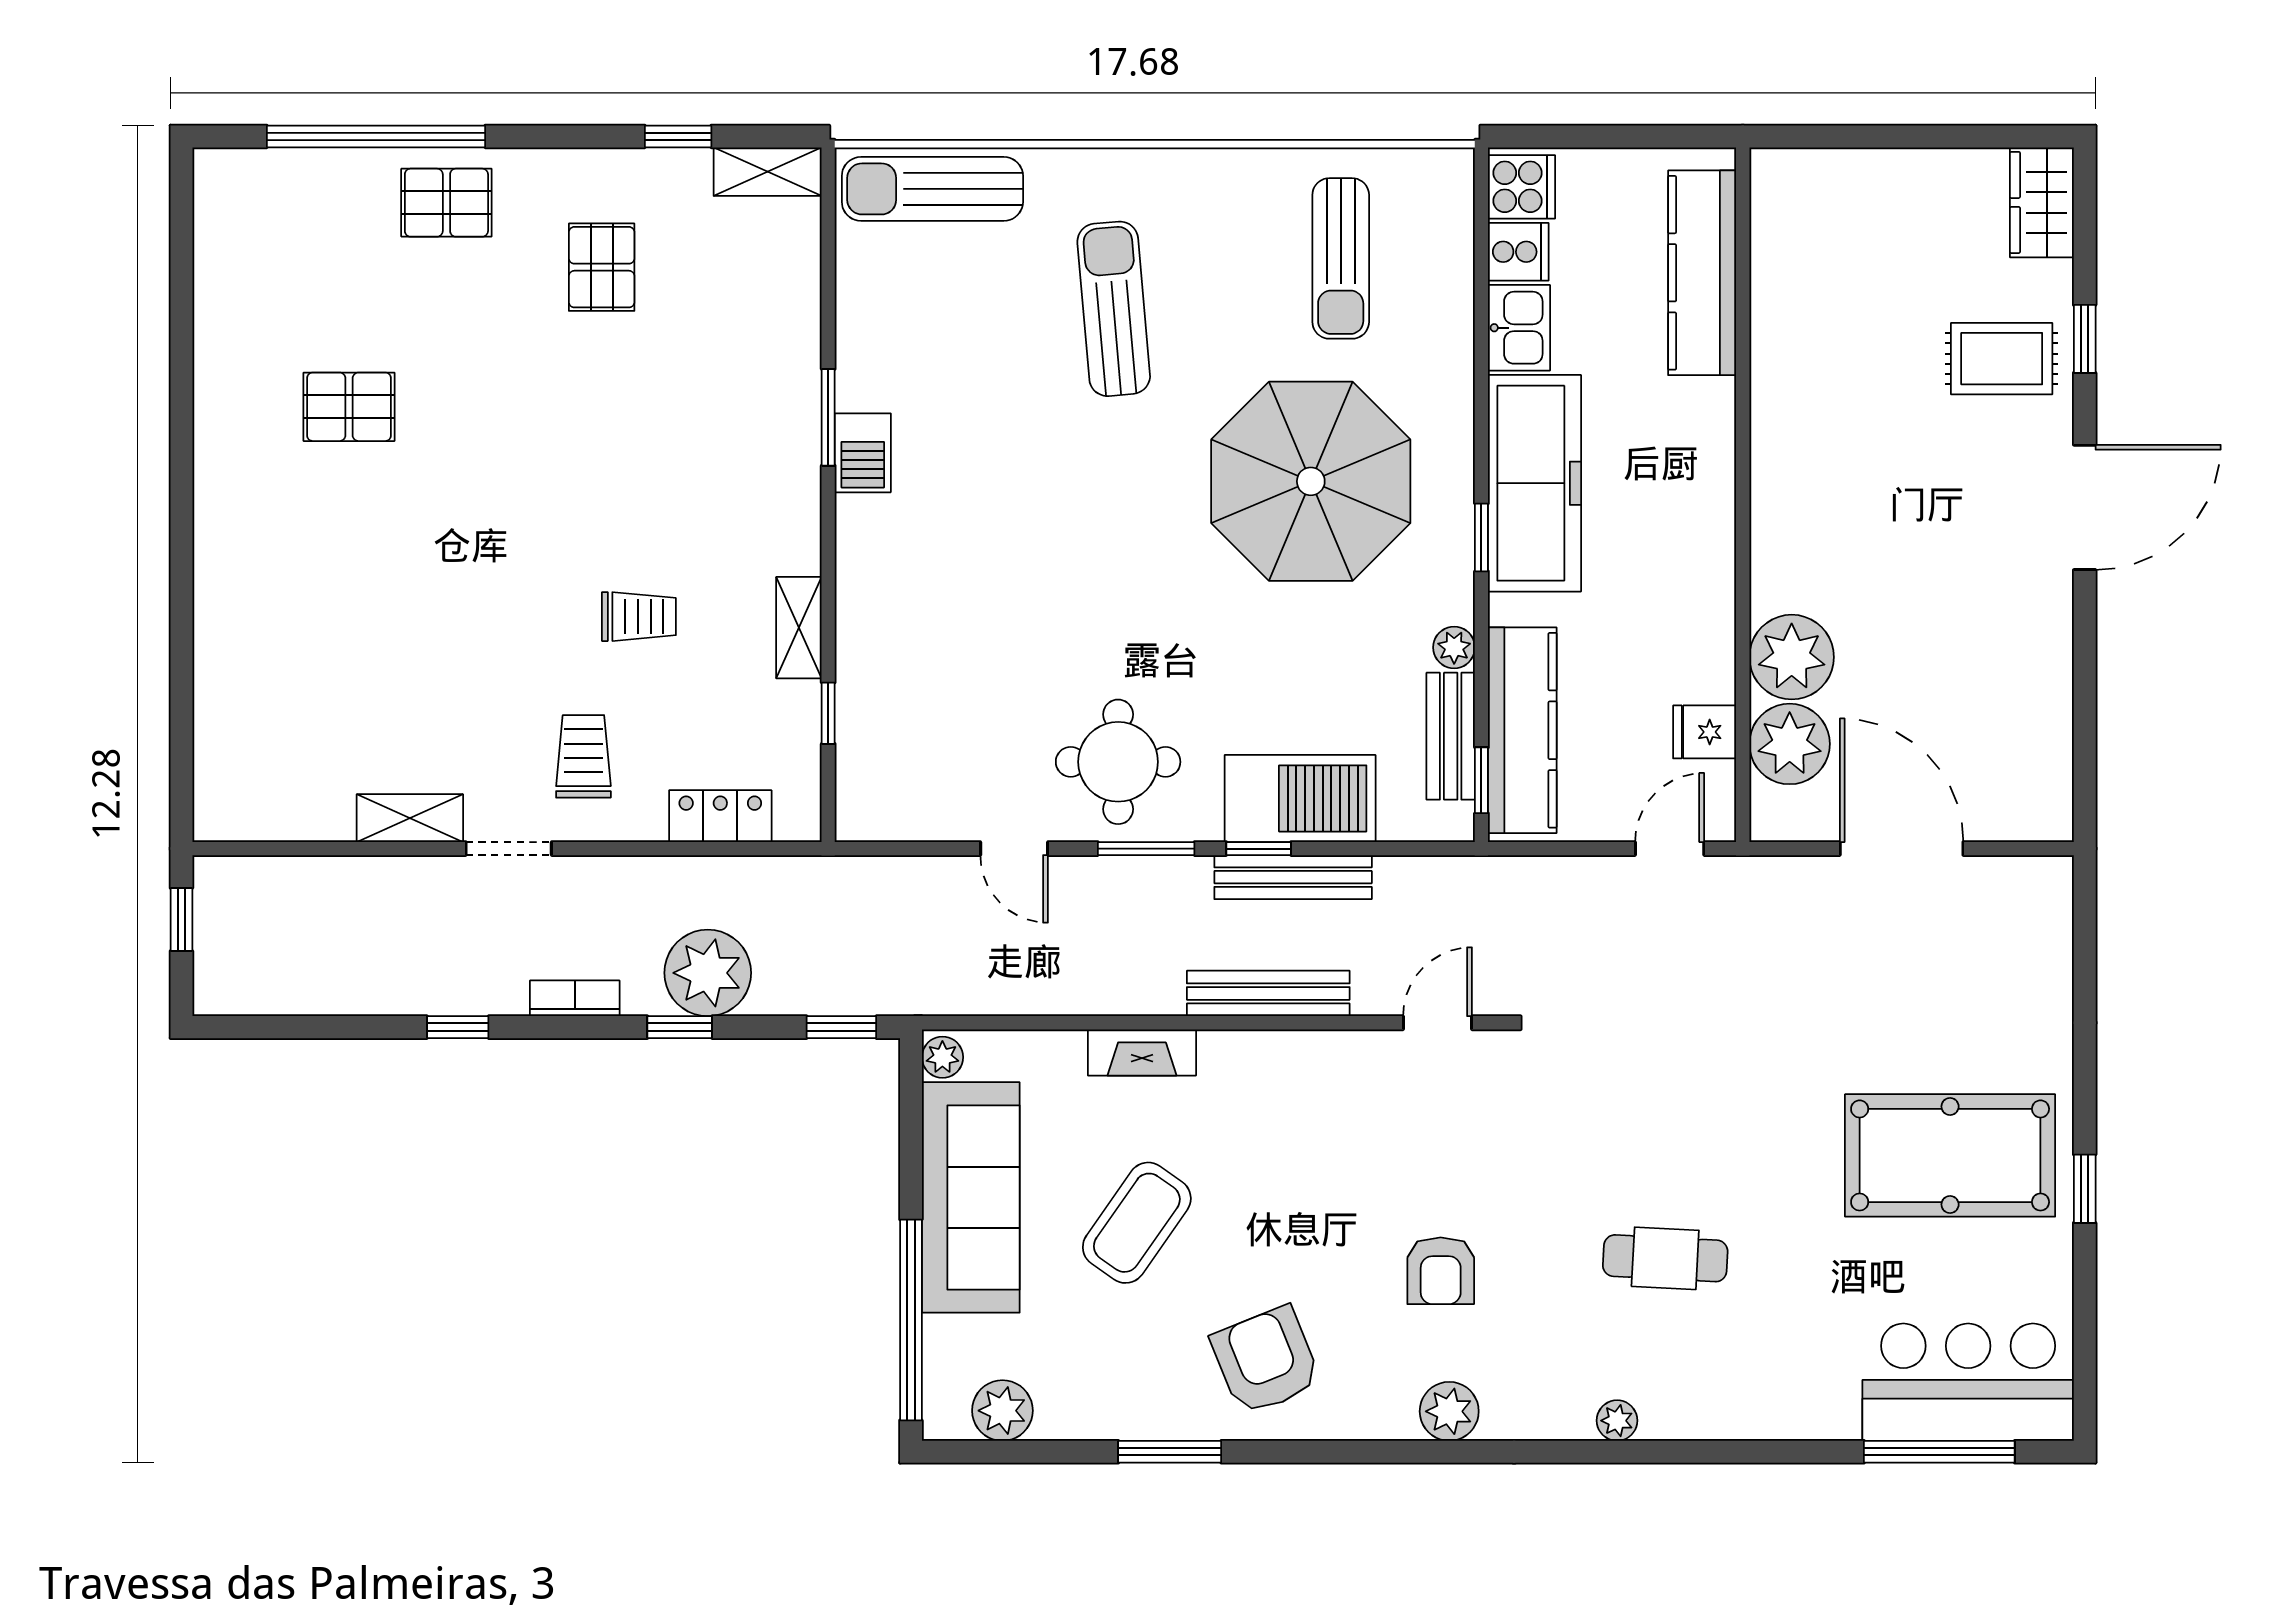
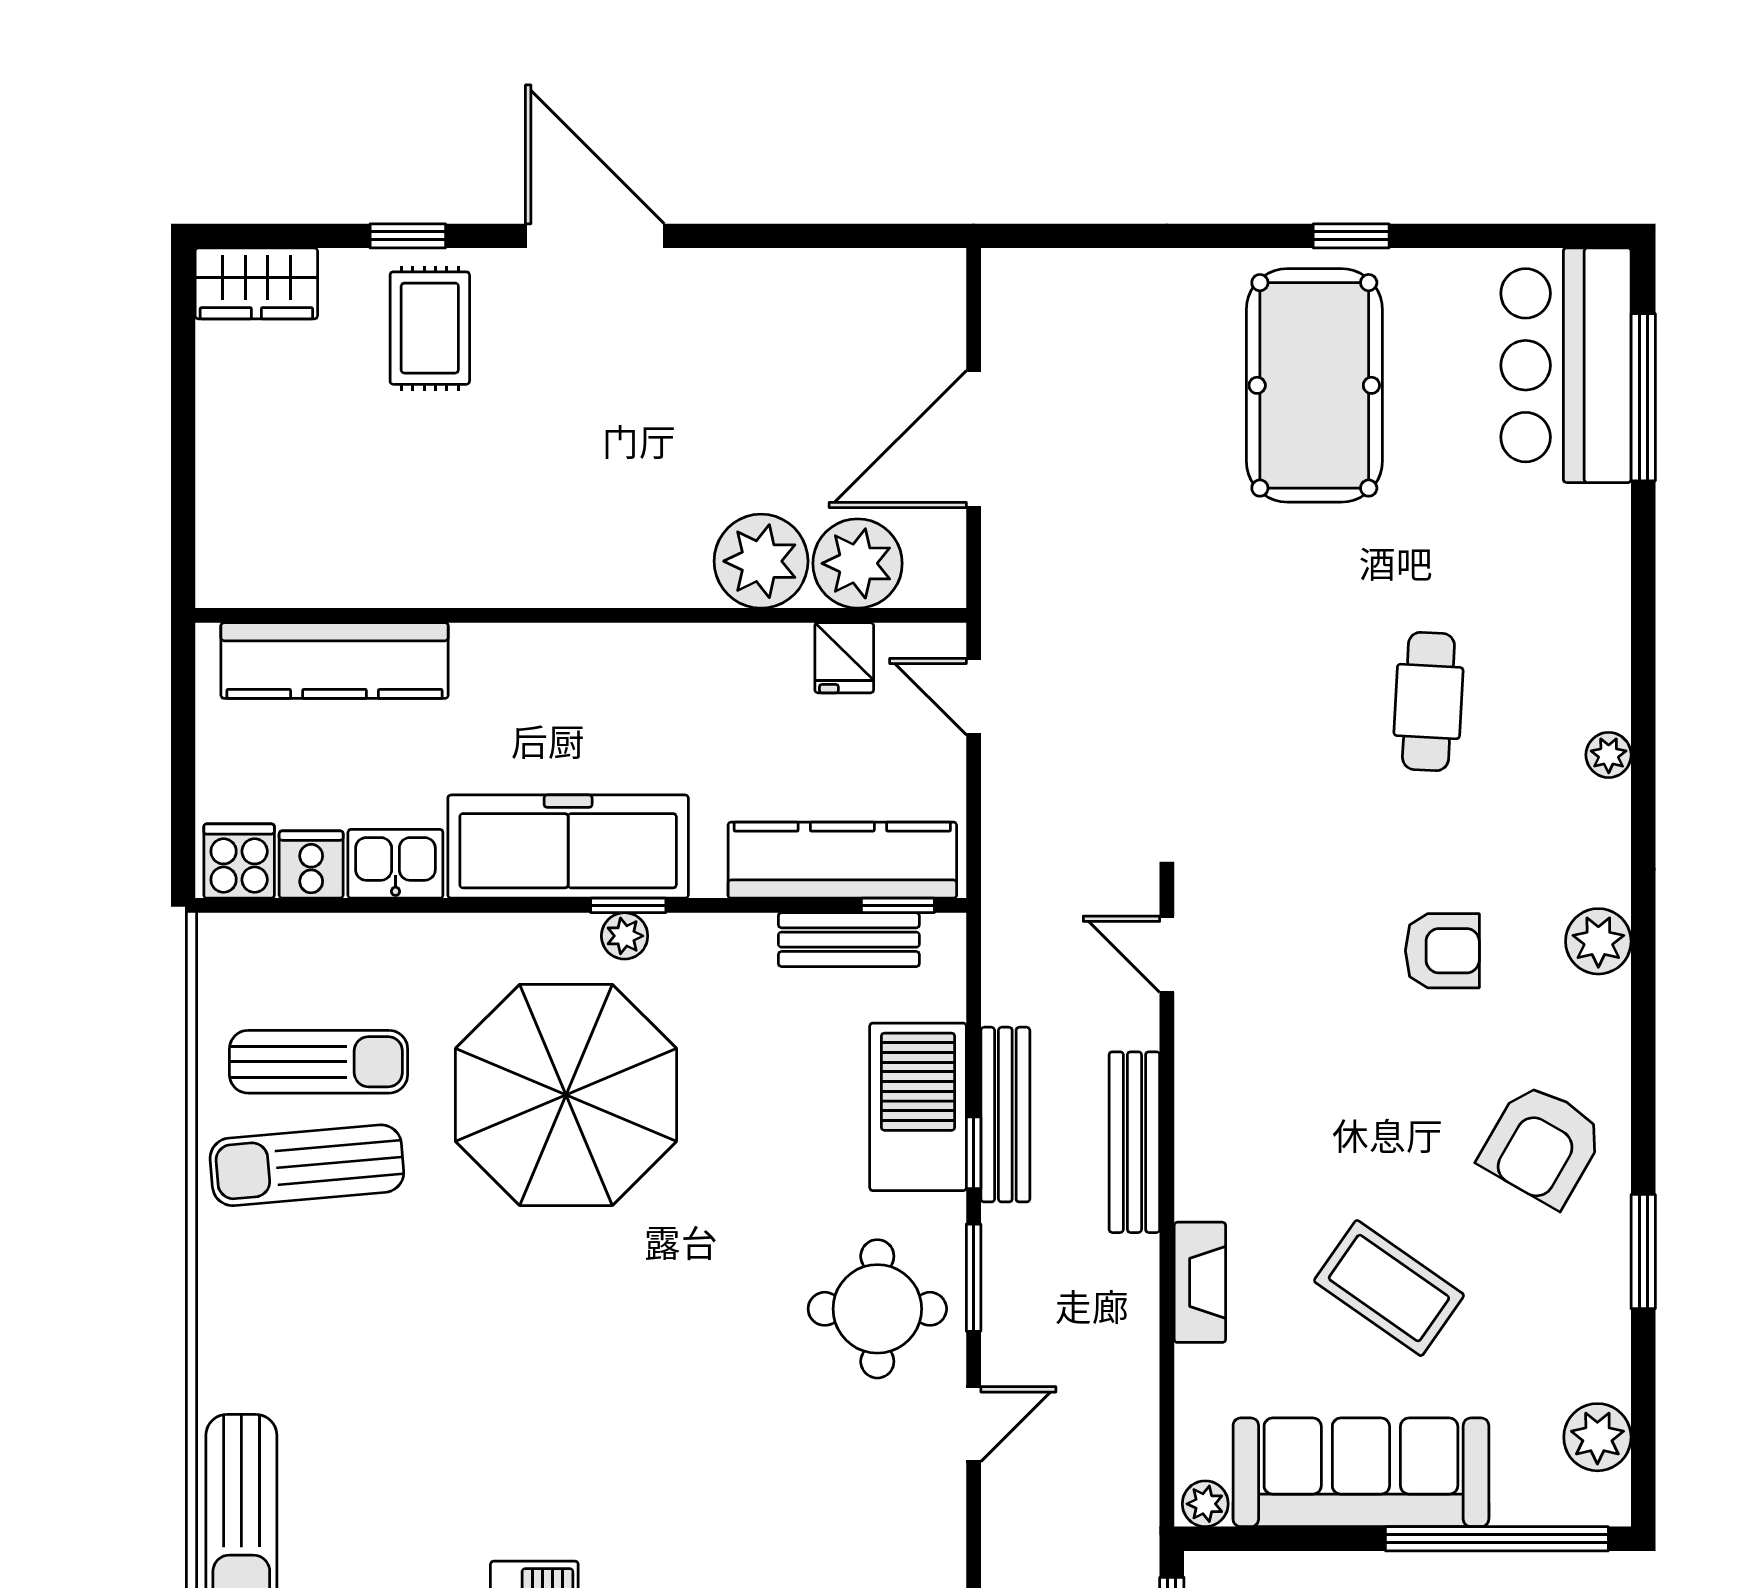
sun lounger: (1114, 309) -> (307, 1165), moved
plant: (1454, 647) -> (625, 936), moved
armchair: (1266, 1361) -> (1542, 1145), turned -38

